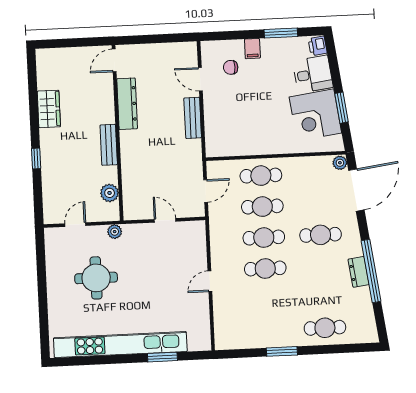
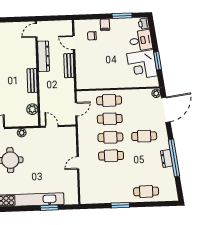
door: (114, 60) -> (36, 30), moved
dresser: (127, 104) -> (43, 56), moved
wall: (118, 133) -> (38, 74), moved
bench: (109, 145) -> (32, 81), moved
plant: (110, 193) -> (32, 109), moved

